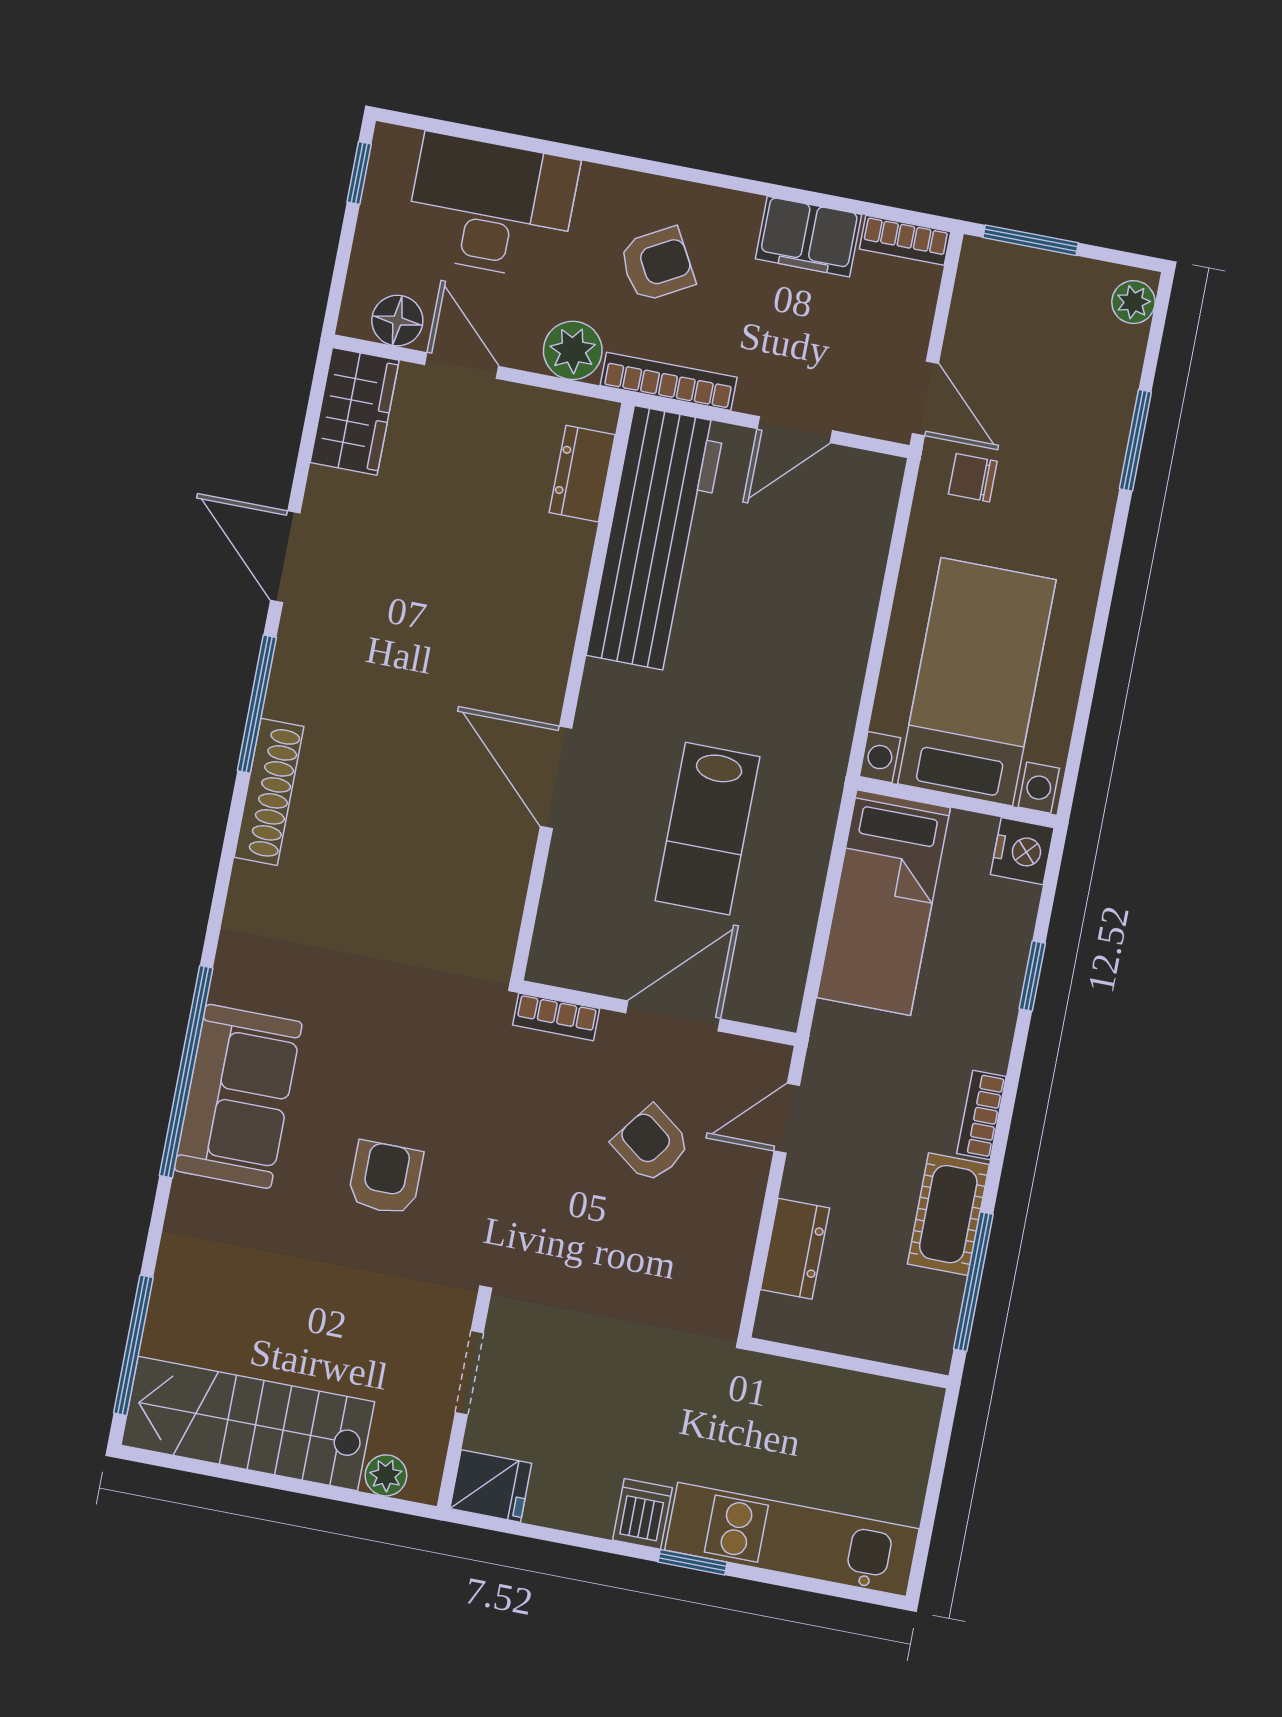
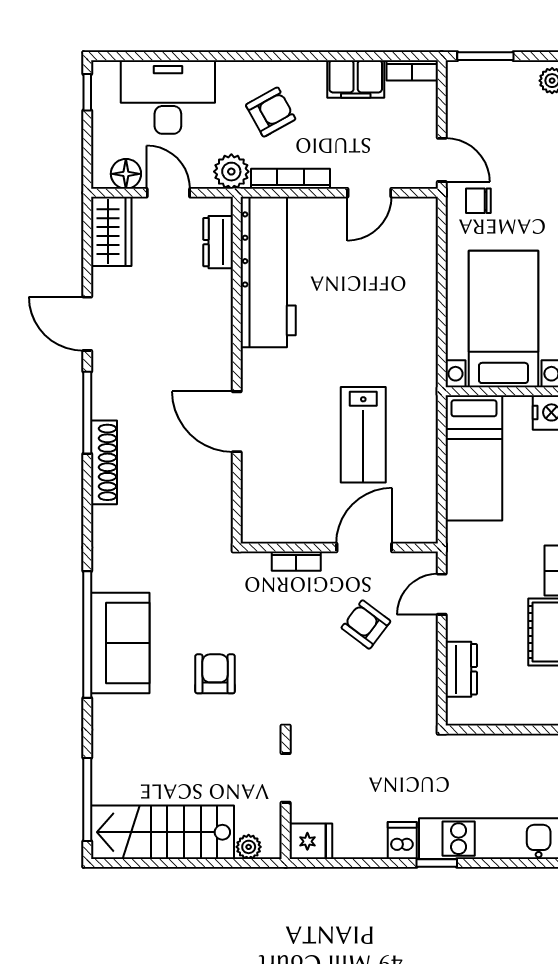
dresser: (582, 474) -> (218, 242), moved
workbench: (656, 539) -> (268, 272), moved
wall: (572, 692) -> (237, 370), moved
door: (556, 777) -> (237, 422), moved

